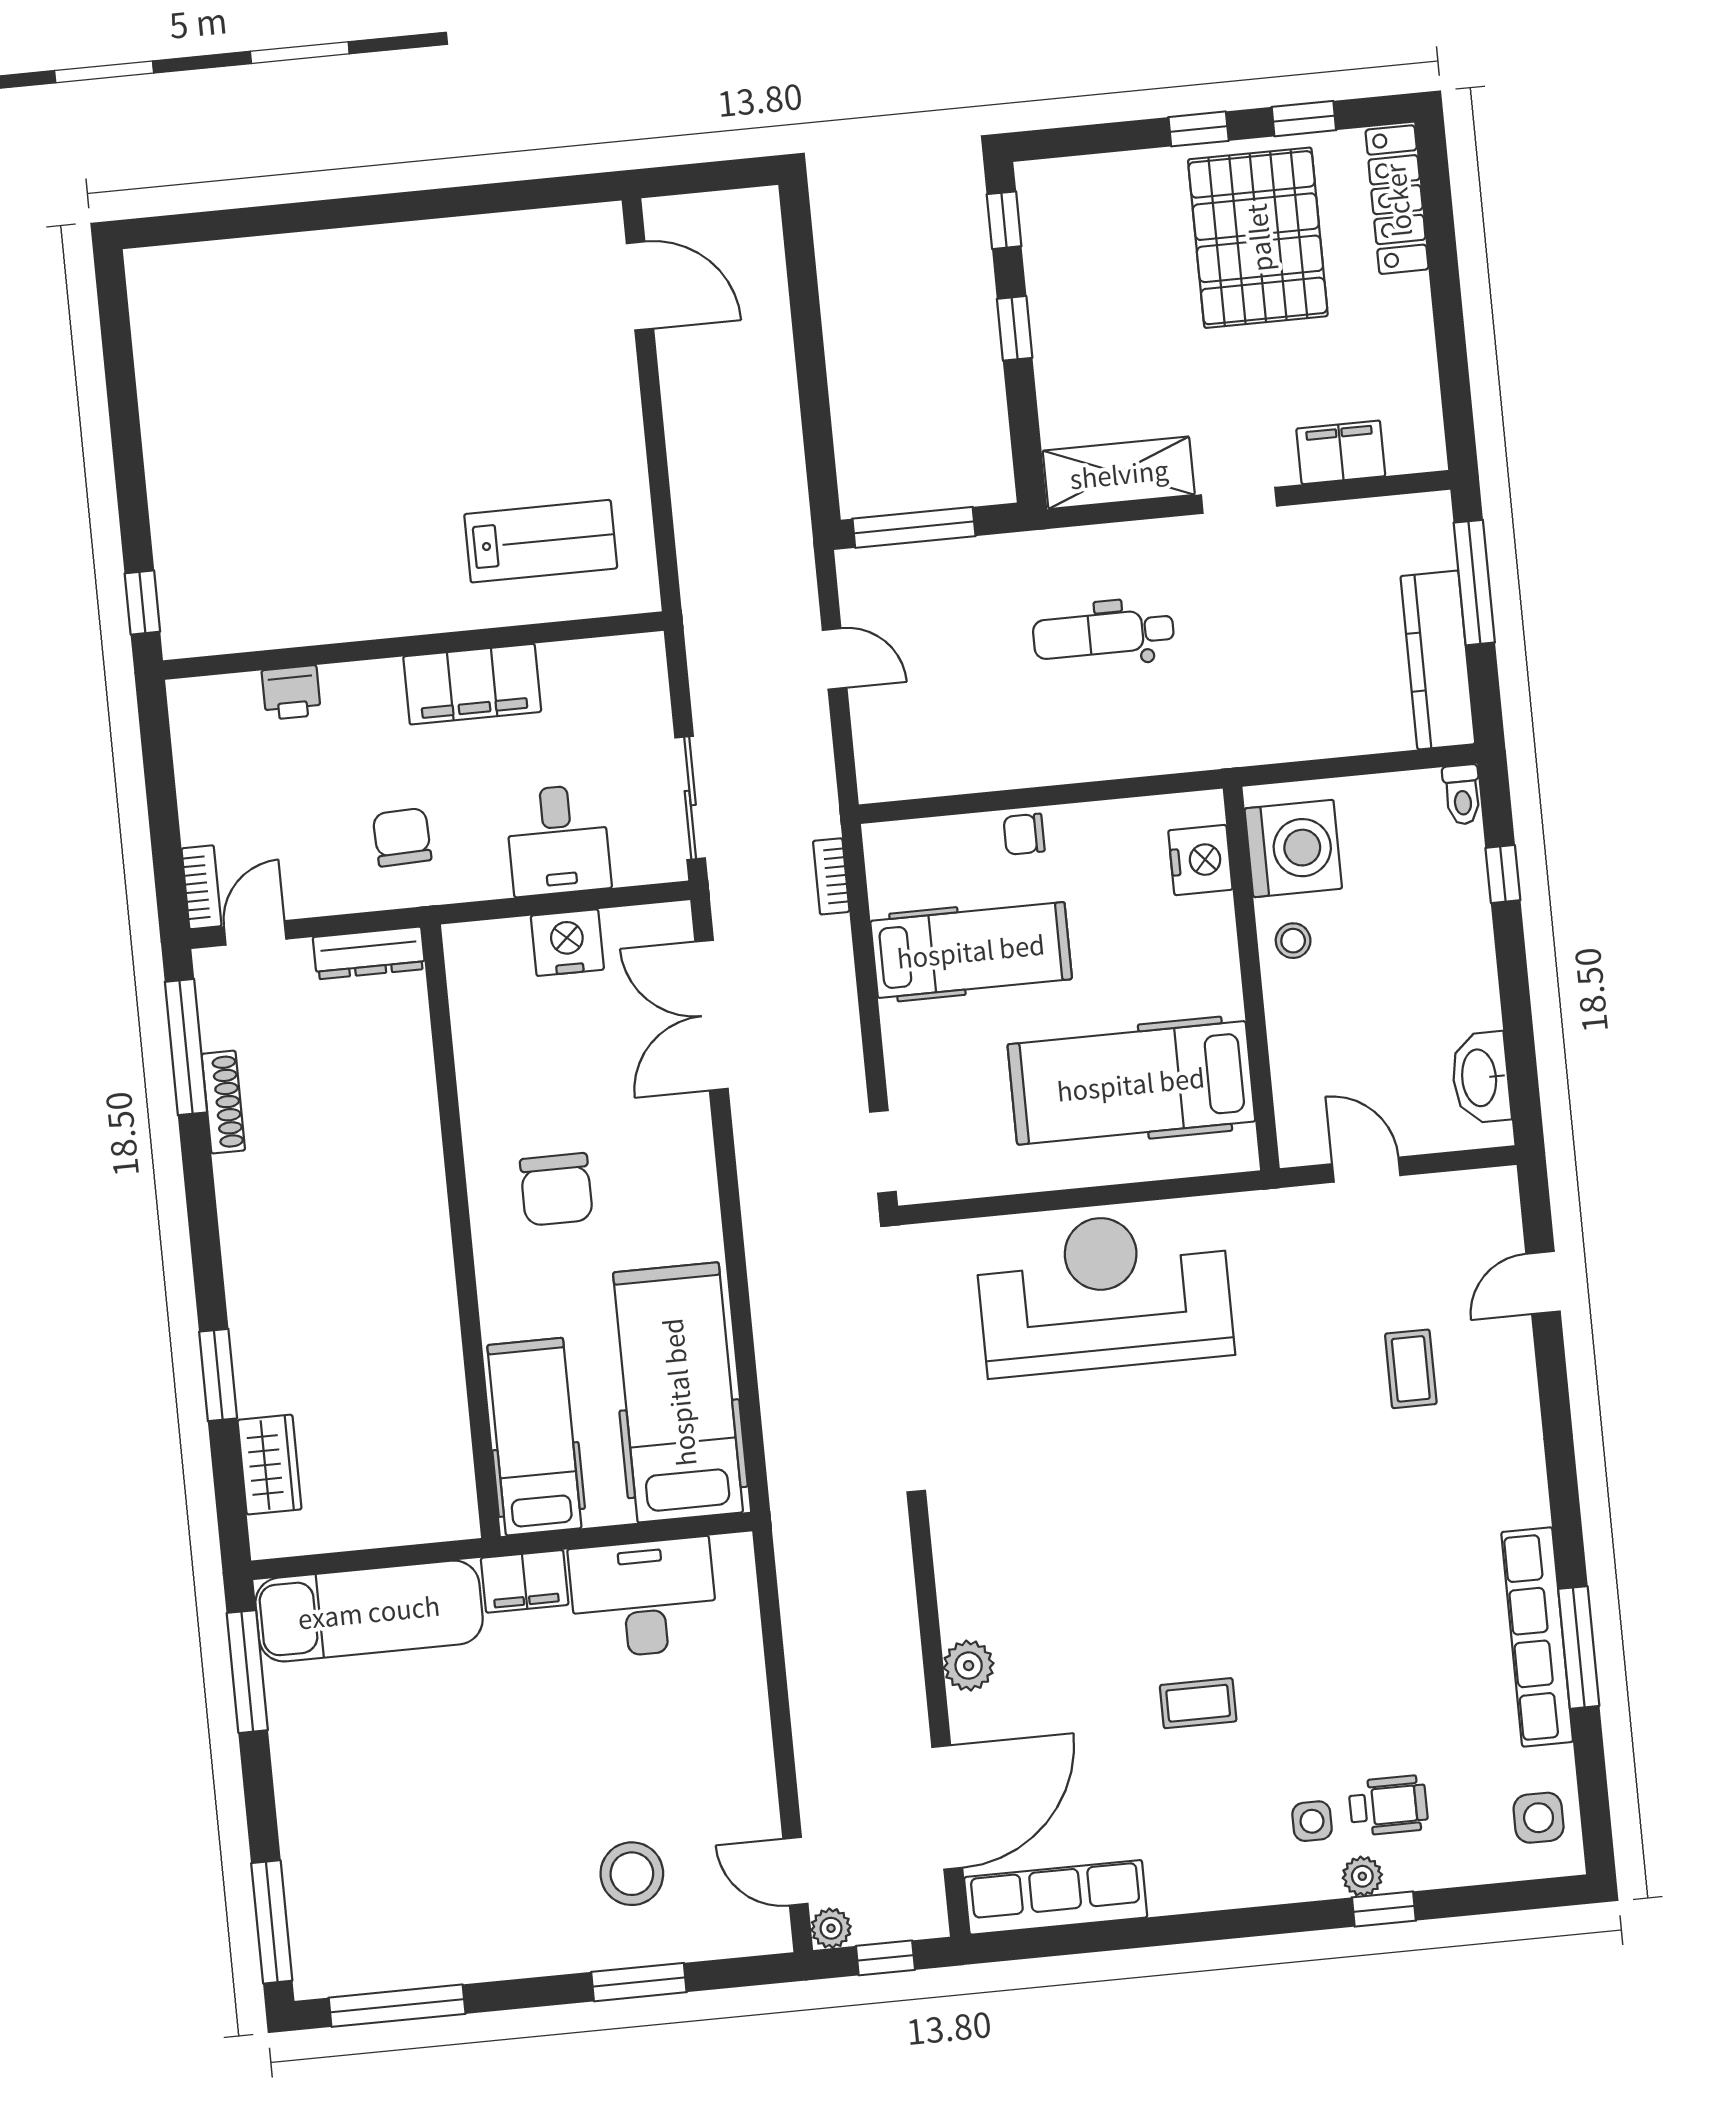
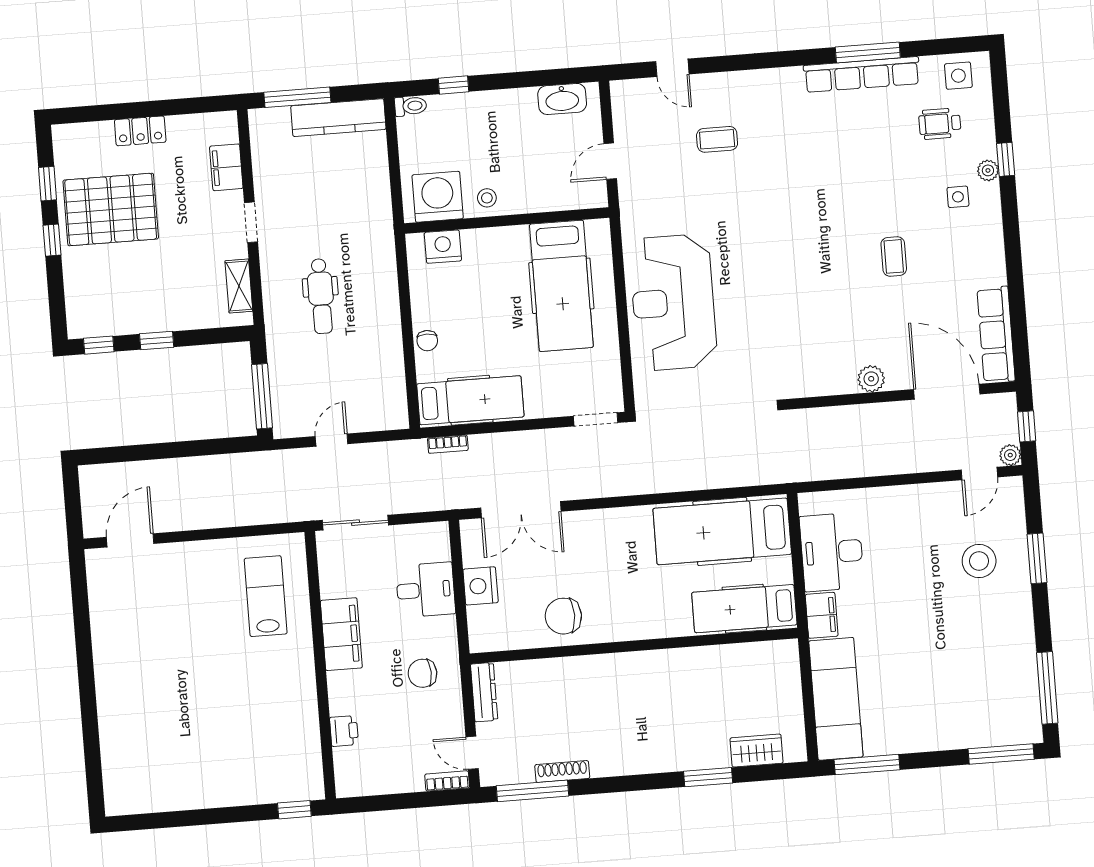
locker: (1397, 200) -> (140, 131), moved, width x0.66
shelving: (1119, 473) -> (239, 286), width x0.67, depth x0.75
sliding door: (690, 798) -> (356, 523), moved
hospital bed: (971, 950) -> (470, 400), moved, turned 90
chair: (556, 1189) -> (563, 616), moved, turned 180
wheelchair: (1388, 1806) -> (940, 124), moved, turned -90

